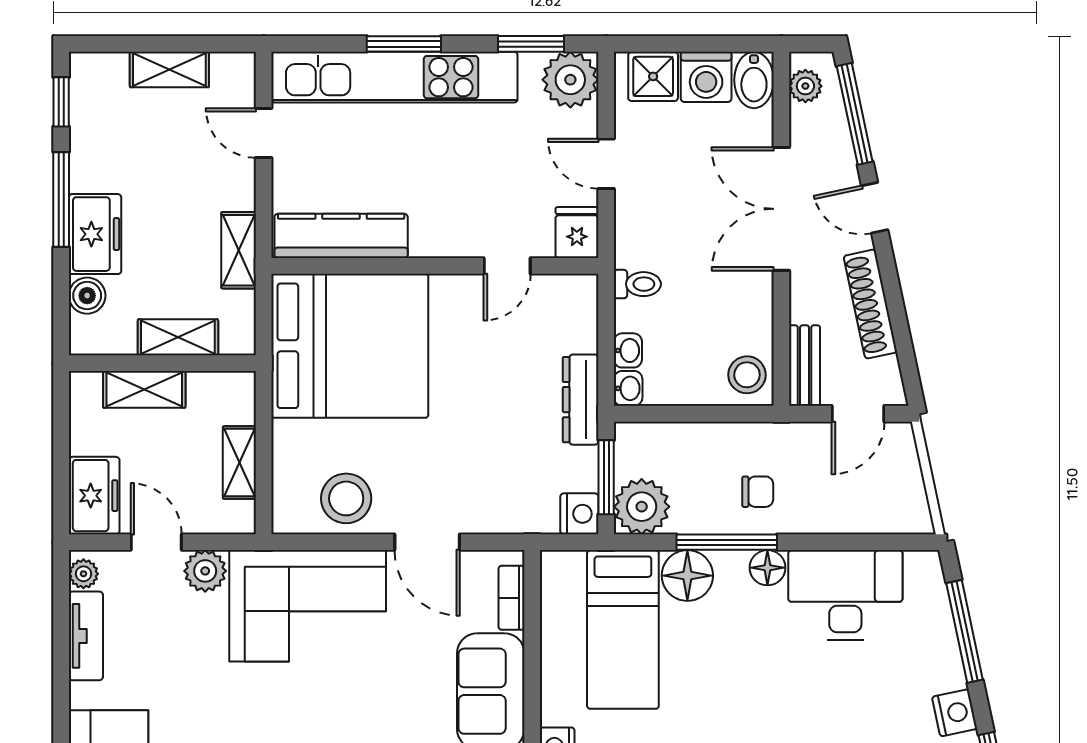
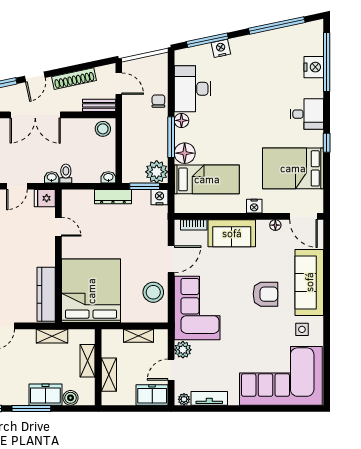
washbasin: (628, 350) -> (52, 177), moved
chair: (758, 492) -> (158, 101), moved
nightstand: (955, 713) -> (221, 48), moved

